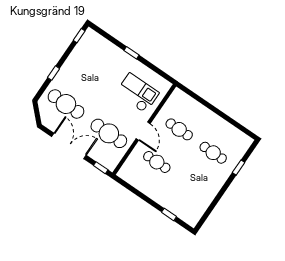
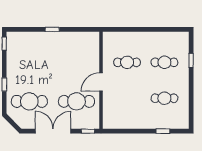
checkout: (137, 93) -> (77, 56), removed
door: (143, 131) -> (101, 82), swing flipped
cafe table: (157, 162) -> (164, 98), moved

